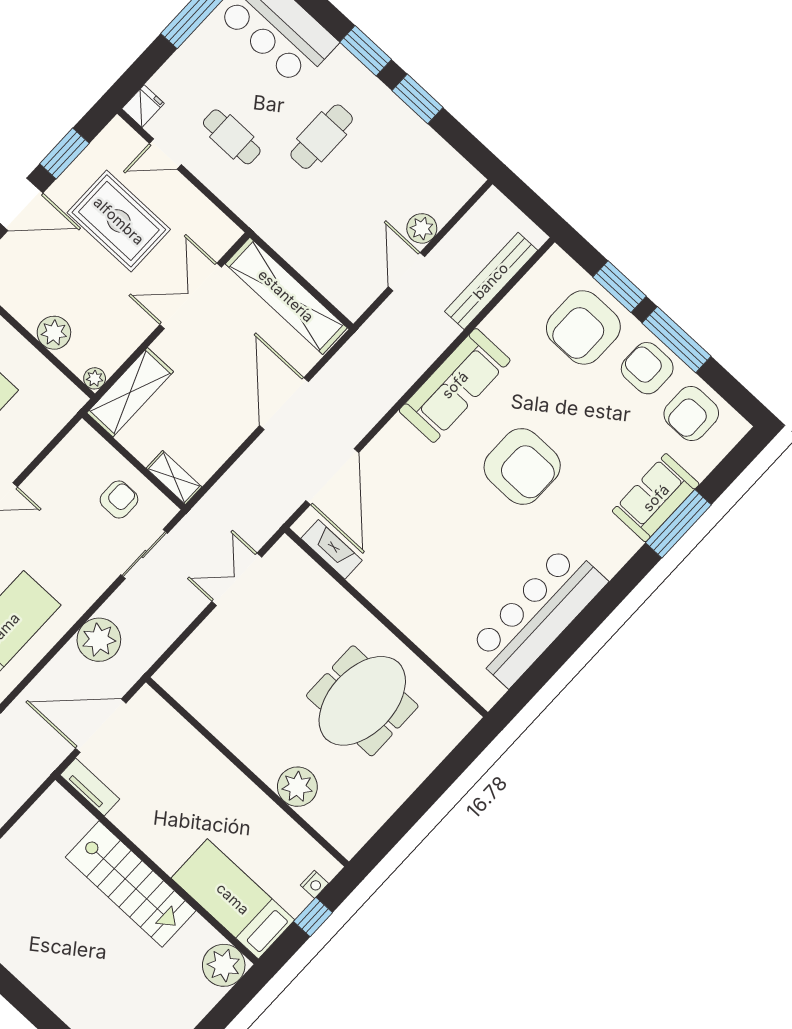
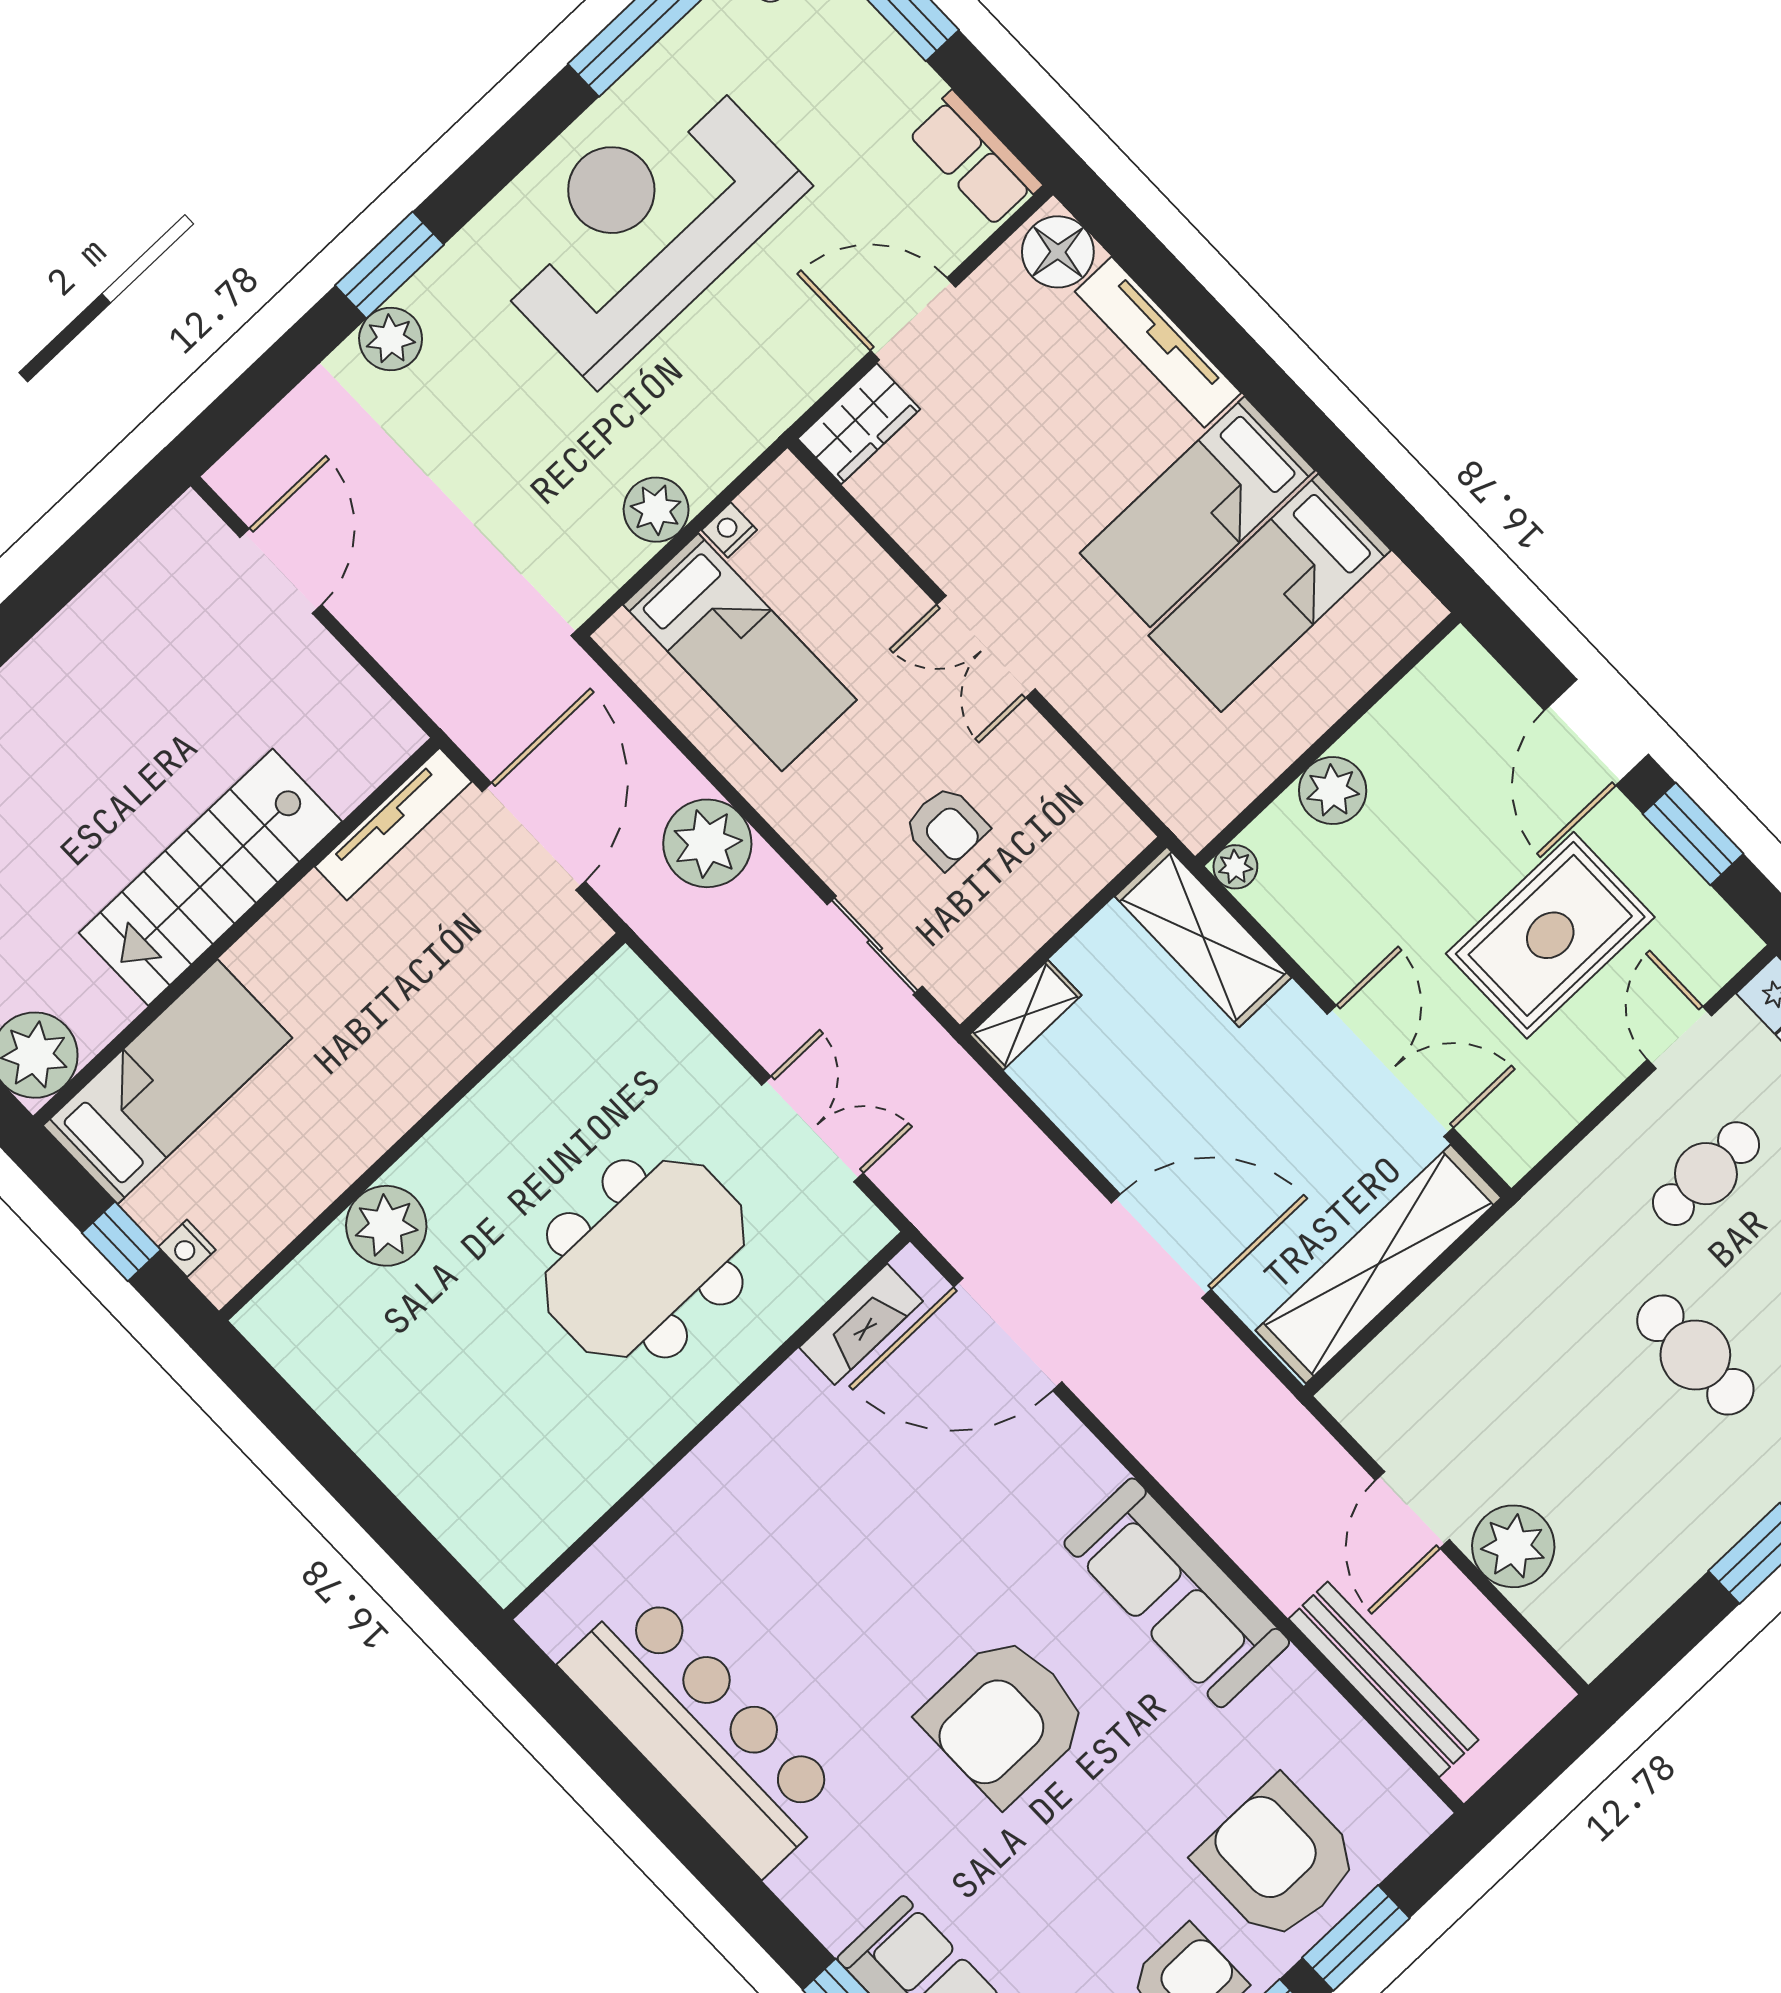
plant: (422, 228) -> (1513, 1546), width x1.36, depth x1.36
door: (407, 272) -> (1412, 1510), swing flipped
armchair: (119, 499) -> (946, 827), moved
meeting table: (362, 701) -> (645, 1259), moved, turned 90
tv unit: (90, 787) -> (393, 824), width x1.41

